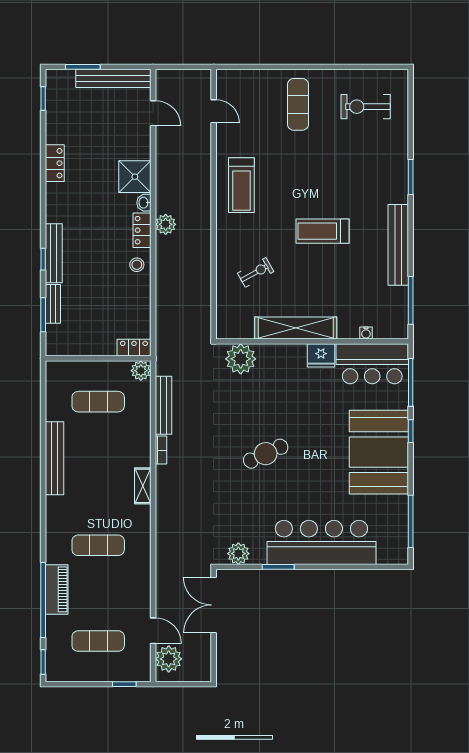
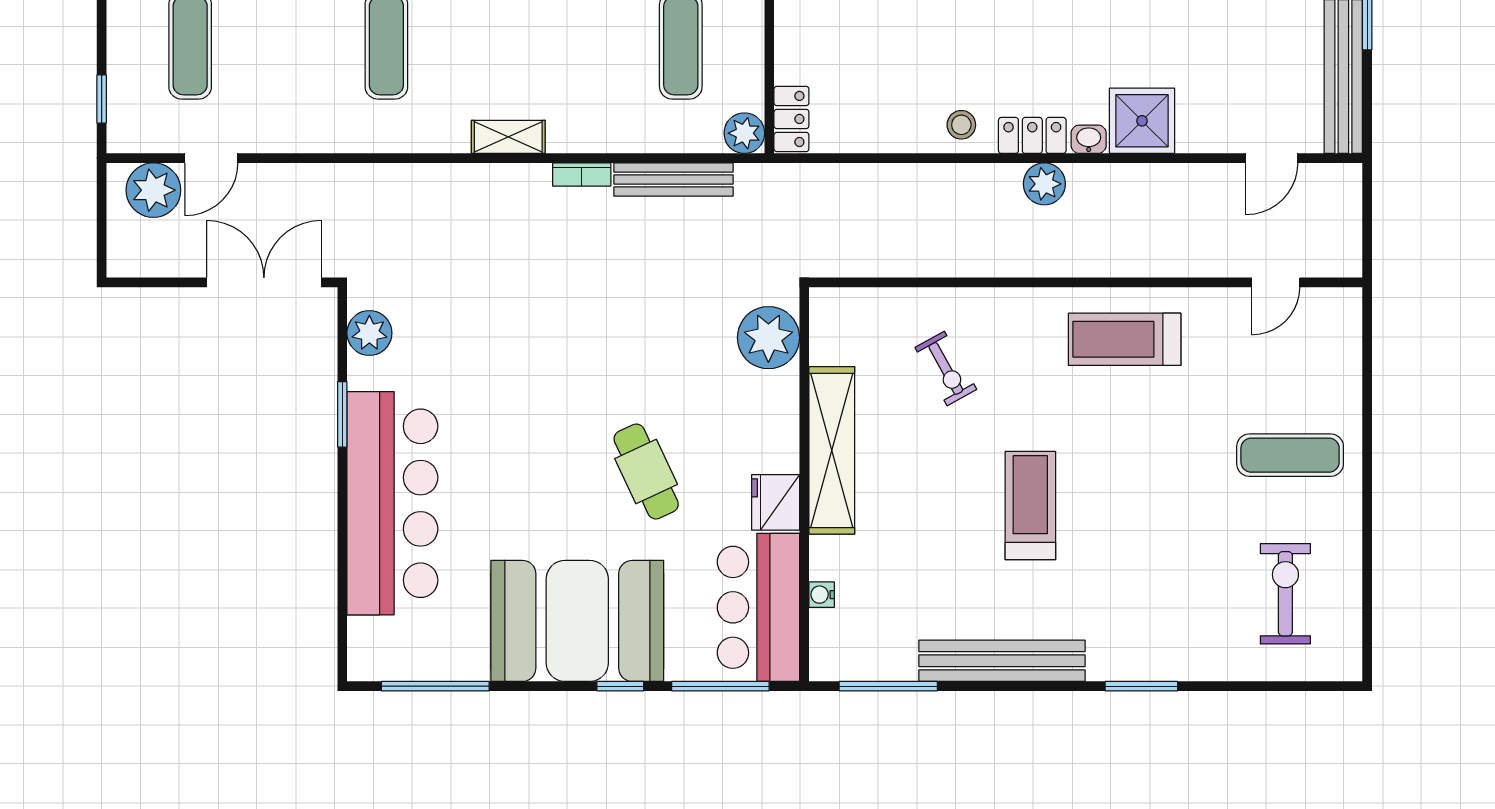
cafe table: (266, 454) -> (646, 472), moved

